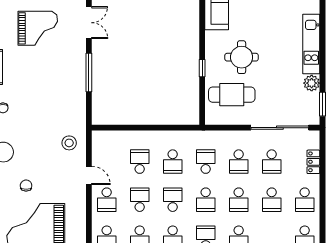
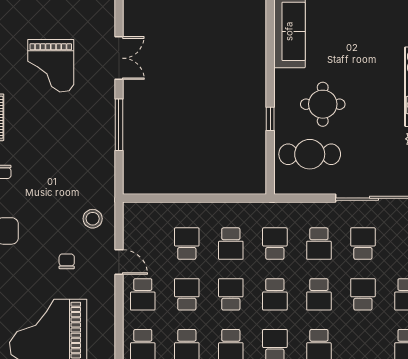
grand piano: (38, 28) -> (51, 66), turned 90
school desk: (272, 162) -> (363, 244), turned 180
chair: (26, 186) -> (67, 261), moved
school desk: (272, 200) -> (363, 294), turned 180

